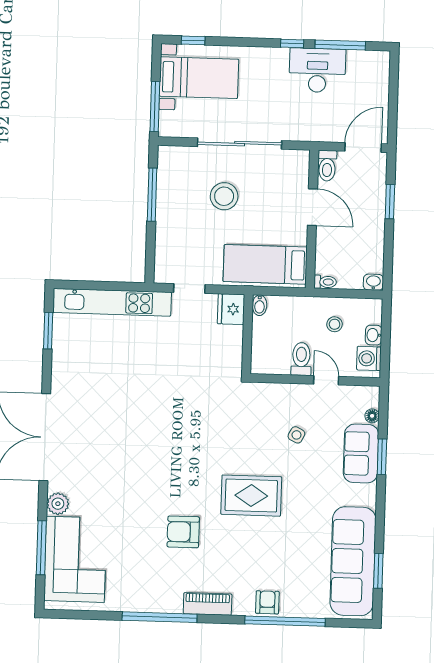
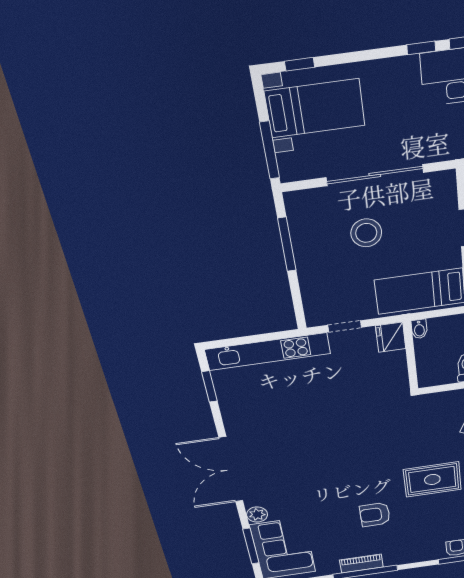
piano: (208, 604) -> (361, 564), moved

